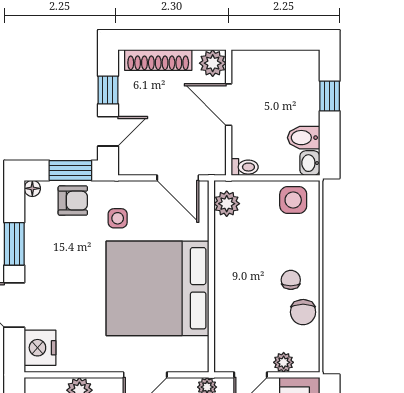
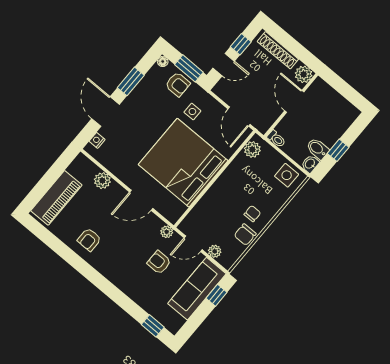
window: (330, 96) -> (338, 150), moved
nightstand: (40, 348) -> (97, 140), width x0.53, depth x0.56

